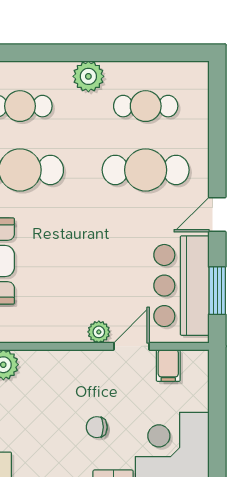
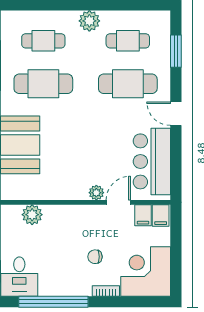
door: (217, 215) -> (176, 114), hinge flipped
window: (217, 291) -> (176, 51), moved
filing cabinet: (195, 366) -> (161, 215), added

